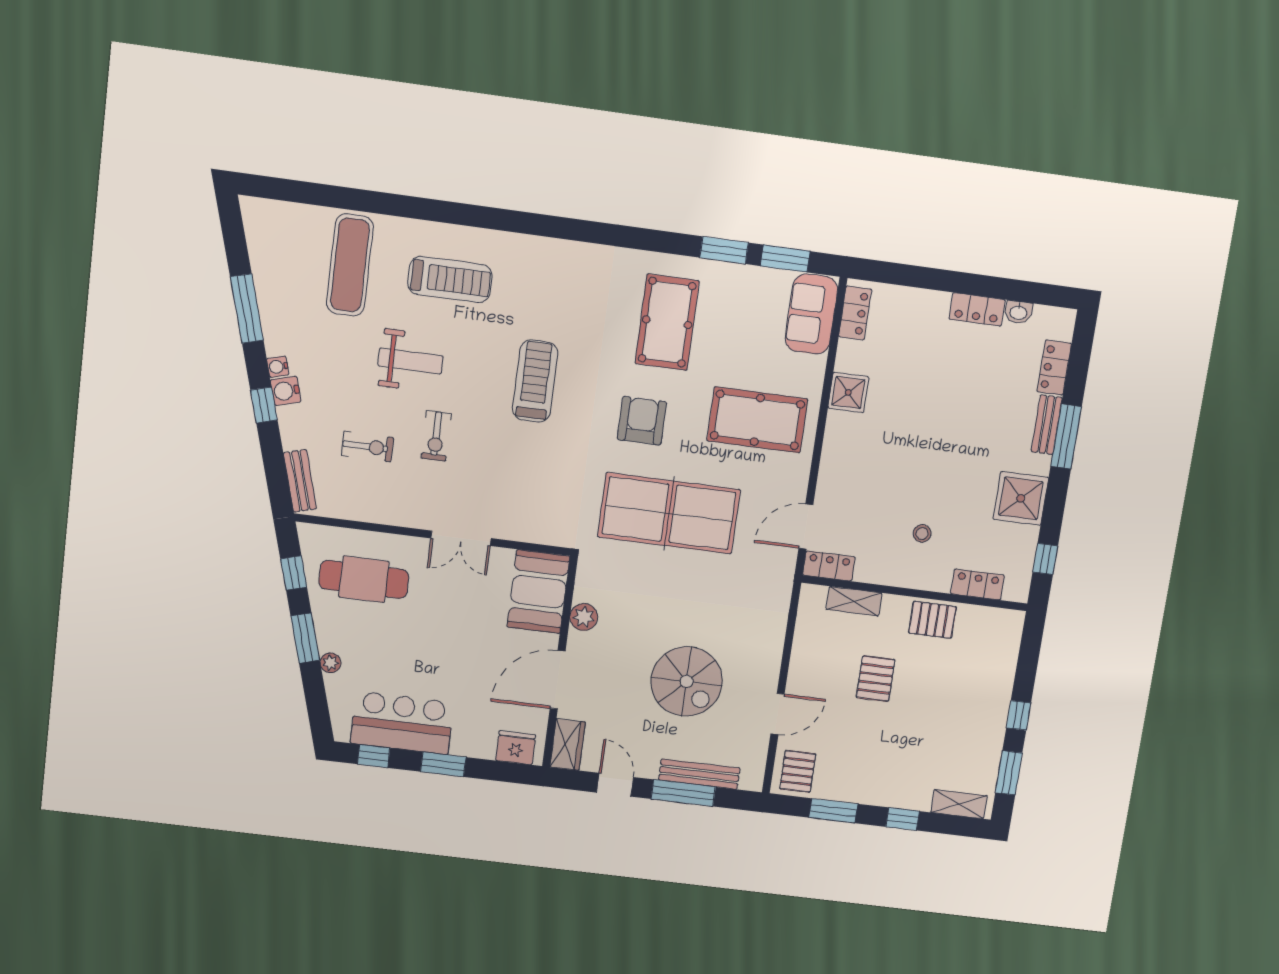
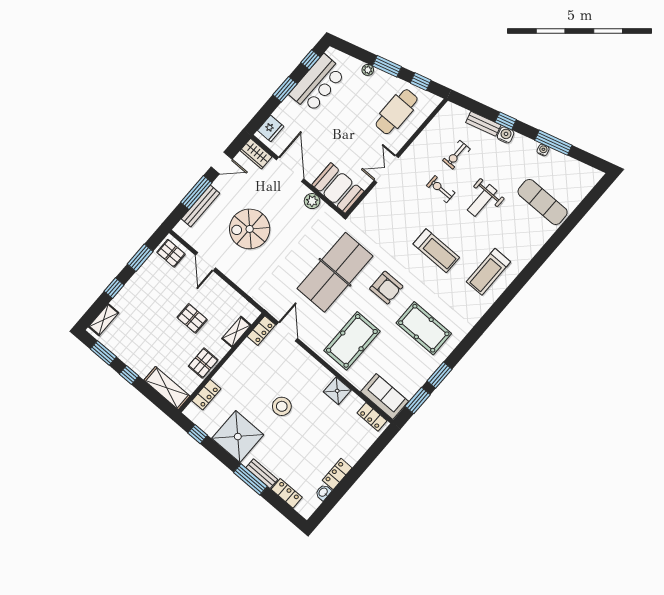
treadmill: (450, 279) -> (488, 272), moved
water cooler: (278, 367) -> (543, 150), moved
bench: (300, 481) -> (483, 124), moved
shower: (1021, 498) -> (238, 437), width x1.37, depth x1.37
stool: (922, 533) -> (282, 406), moved, width x1.89, depth x1.89
shelving: (1004, 648) -> (167, 388), added

